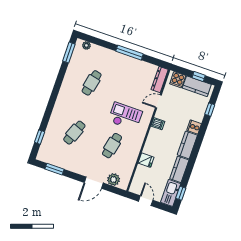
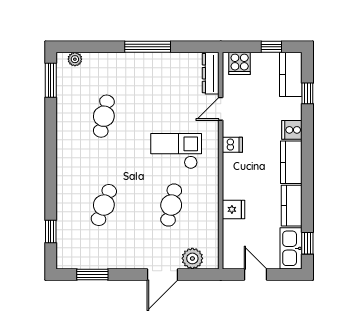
kitchen counter: (197, 86) -> (291, 74), moved, turned 90

